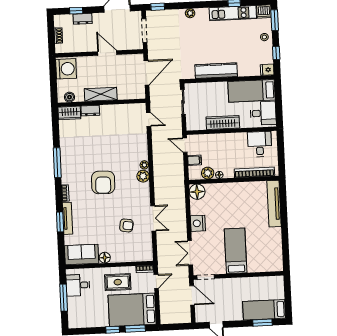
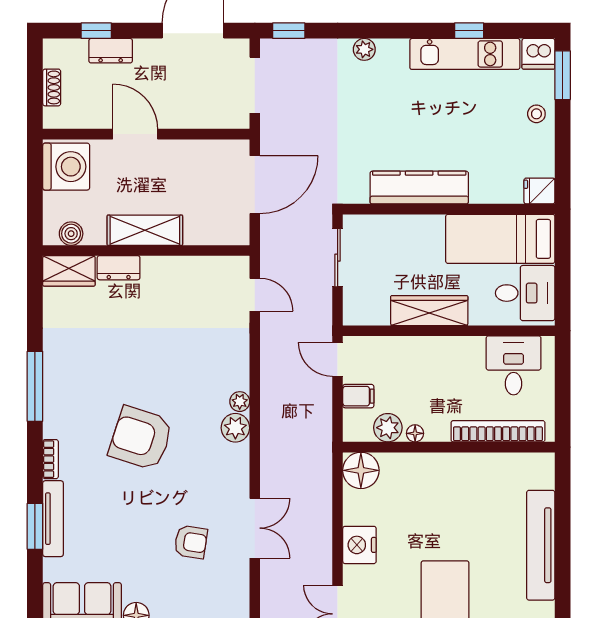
door: (107, 53) -> (135, 134), moved
window: (276, 53) -> (563, 153), removed
armchair: (103, 182) -> (141, 438), turned 106
tv unit: (274, 204) -> (541, 545), moved

